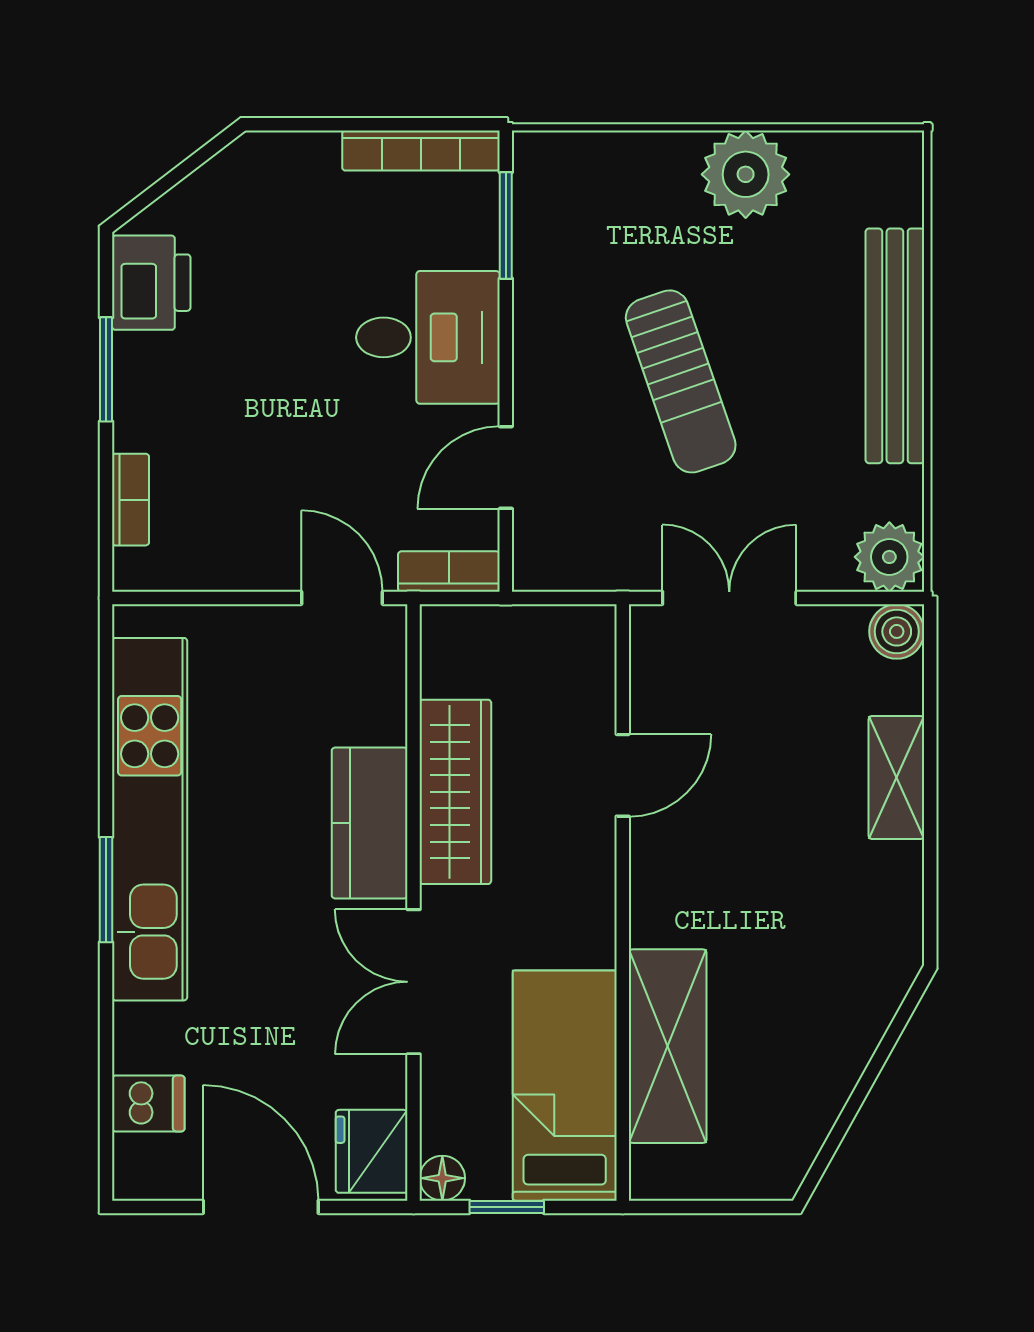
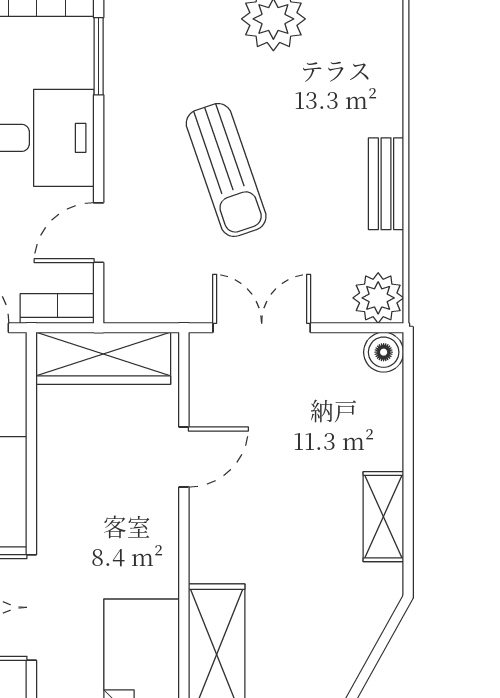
bench: (895, 346) -> (386, 184), width x0.54, depth x0.82
shelving: (896, 778) -> (383, 517), moved
wardrobe: (455, 792) -> (103, 358), moved, turned 90

